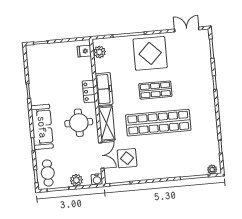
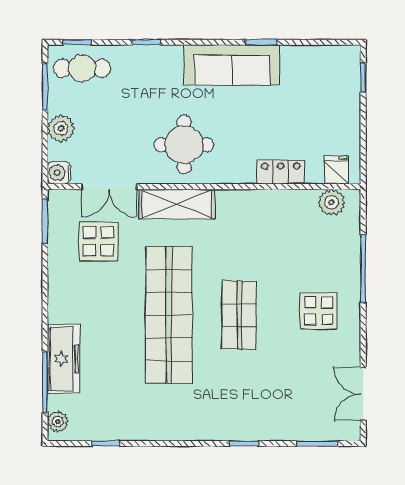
double door: (187, 30) -> (363, 394), swing flipped
display table: (150, 53) -> (319, 311), width x0.54, depth x0.54
freezer: (104, 89) -> (64, 359), moved, turned -90
locker: (89, 91) -> (281, 172), moved
sofa: (42, 127) -> (232, 65), moved

